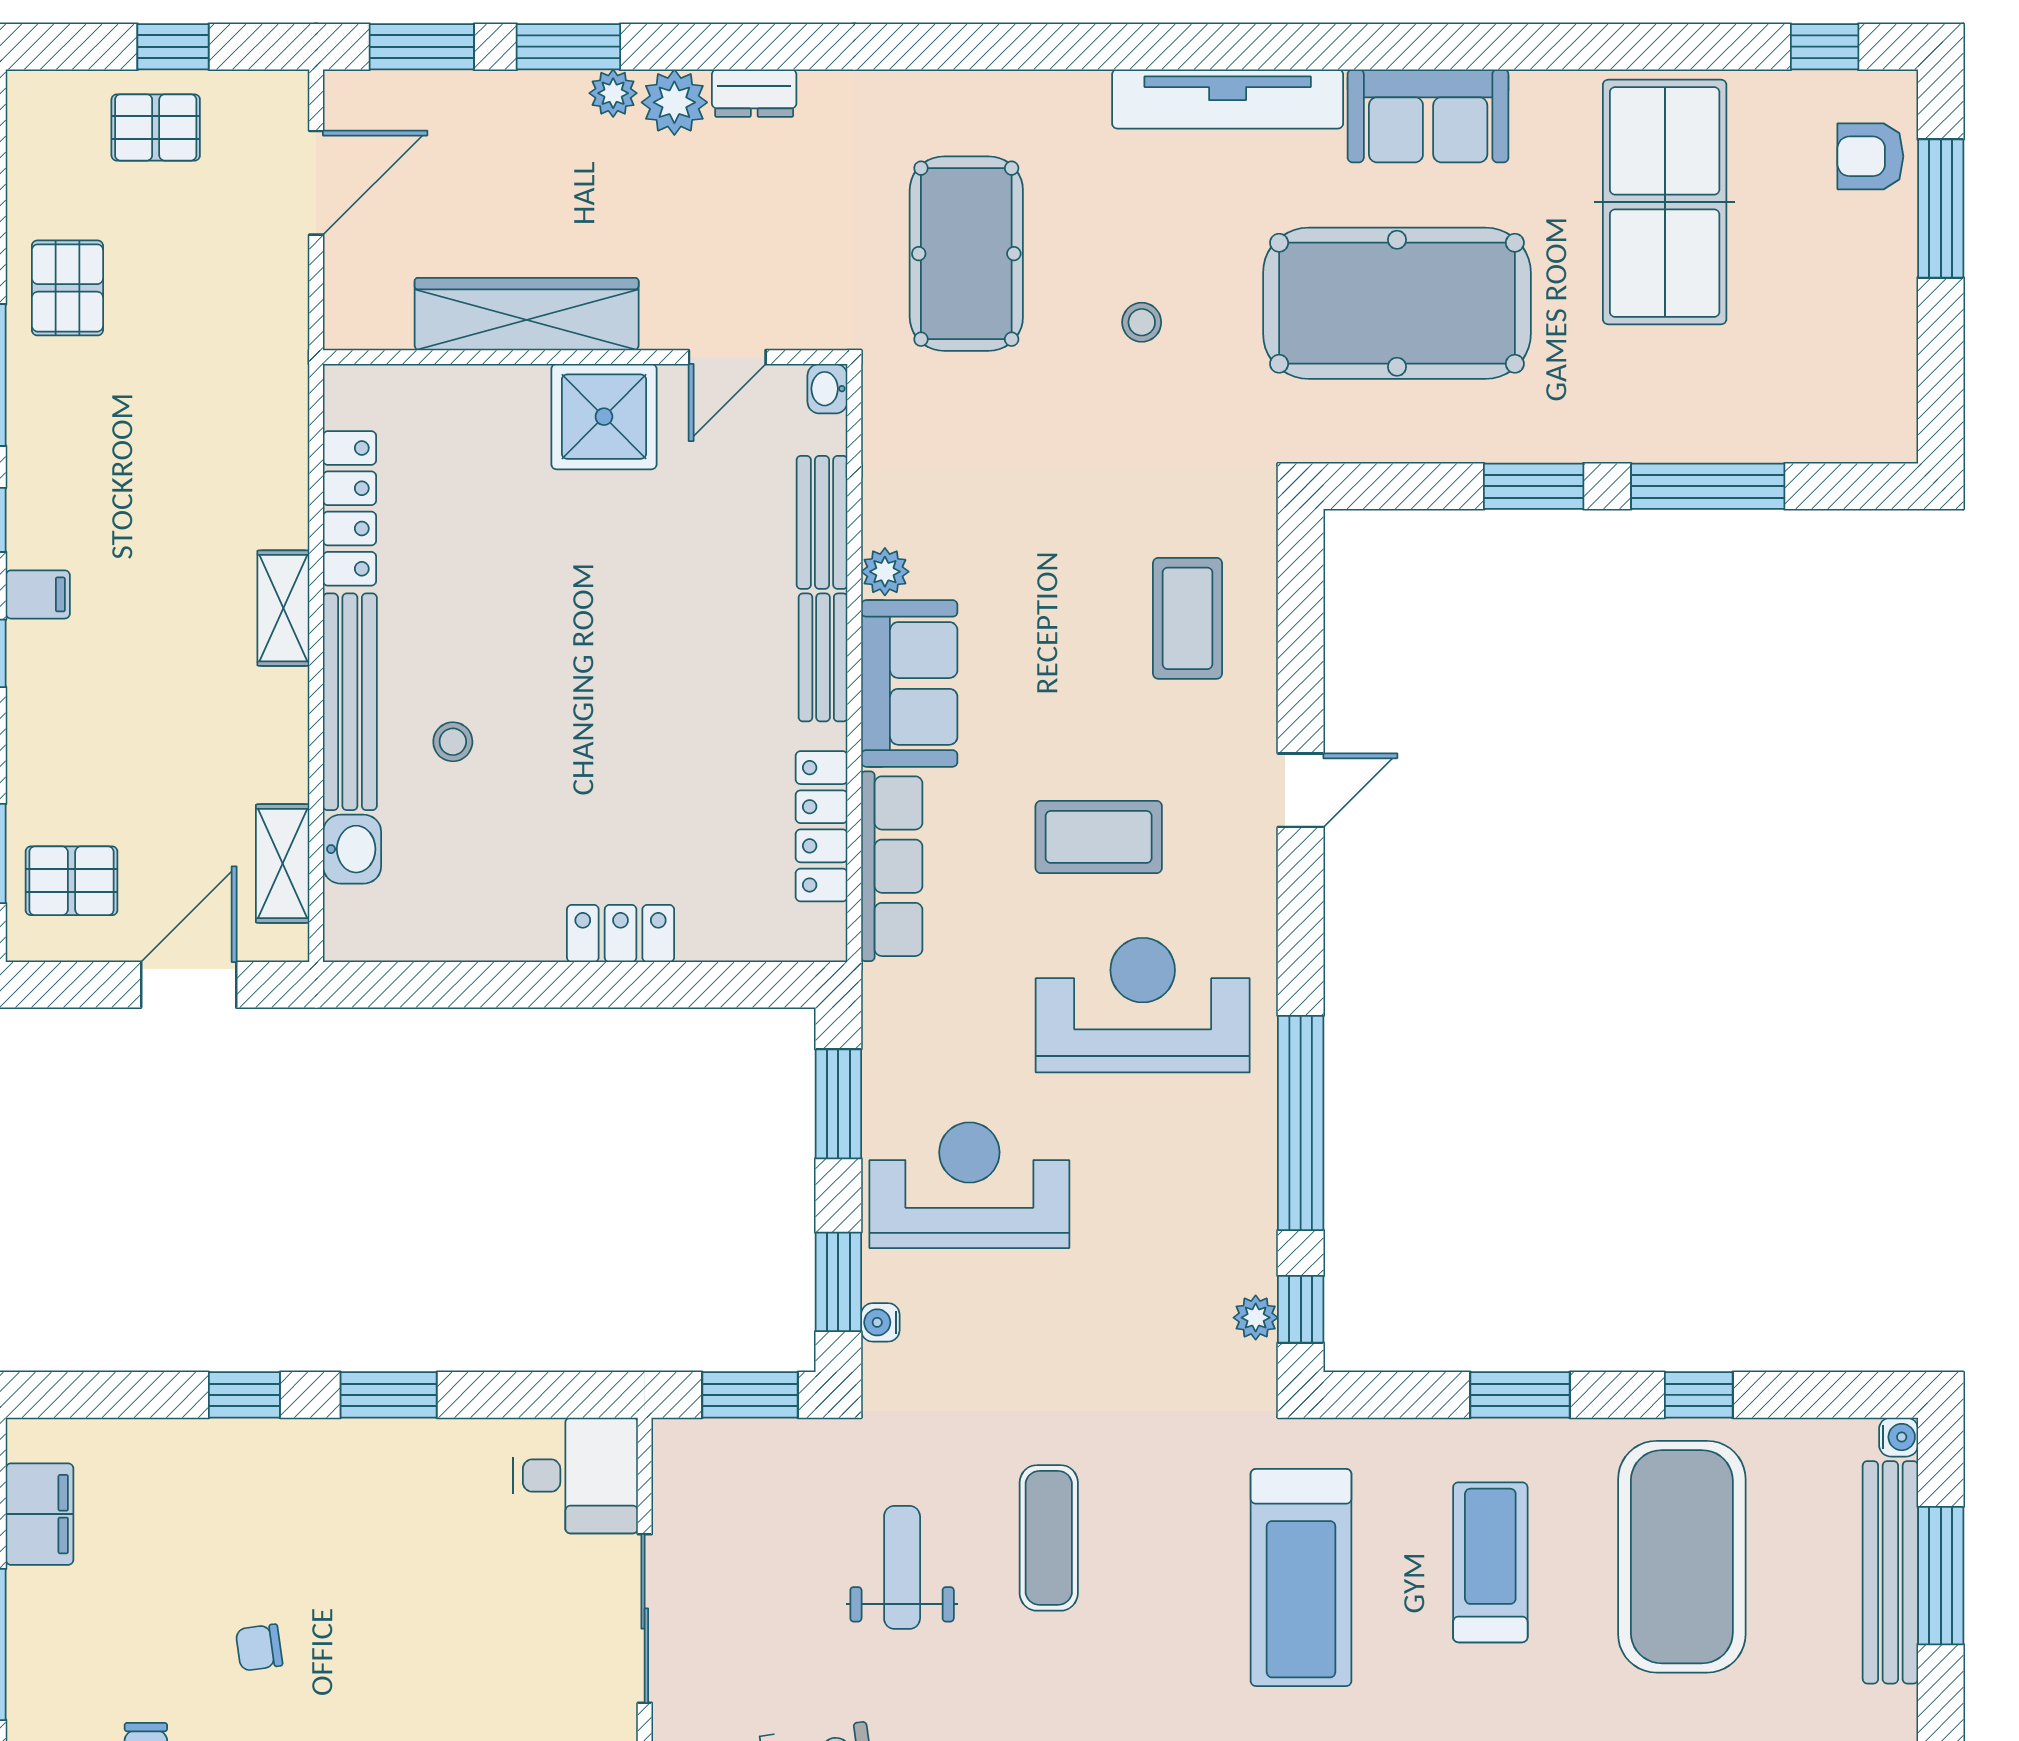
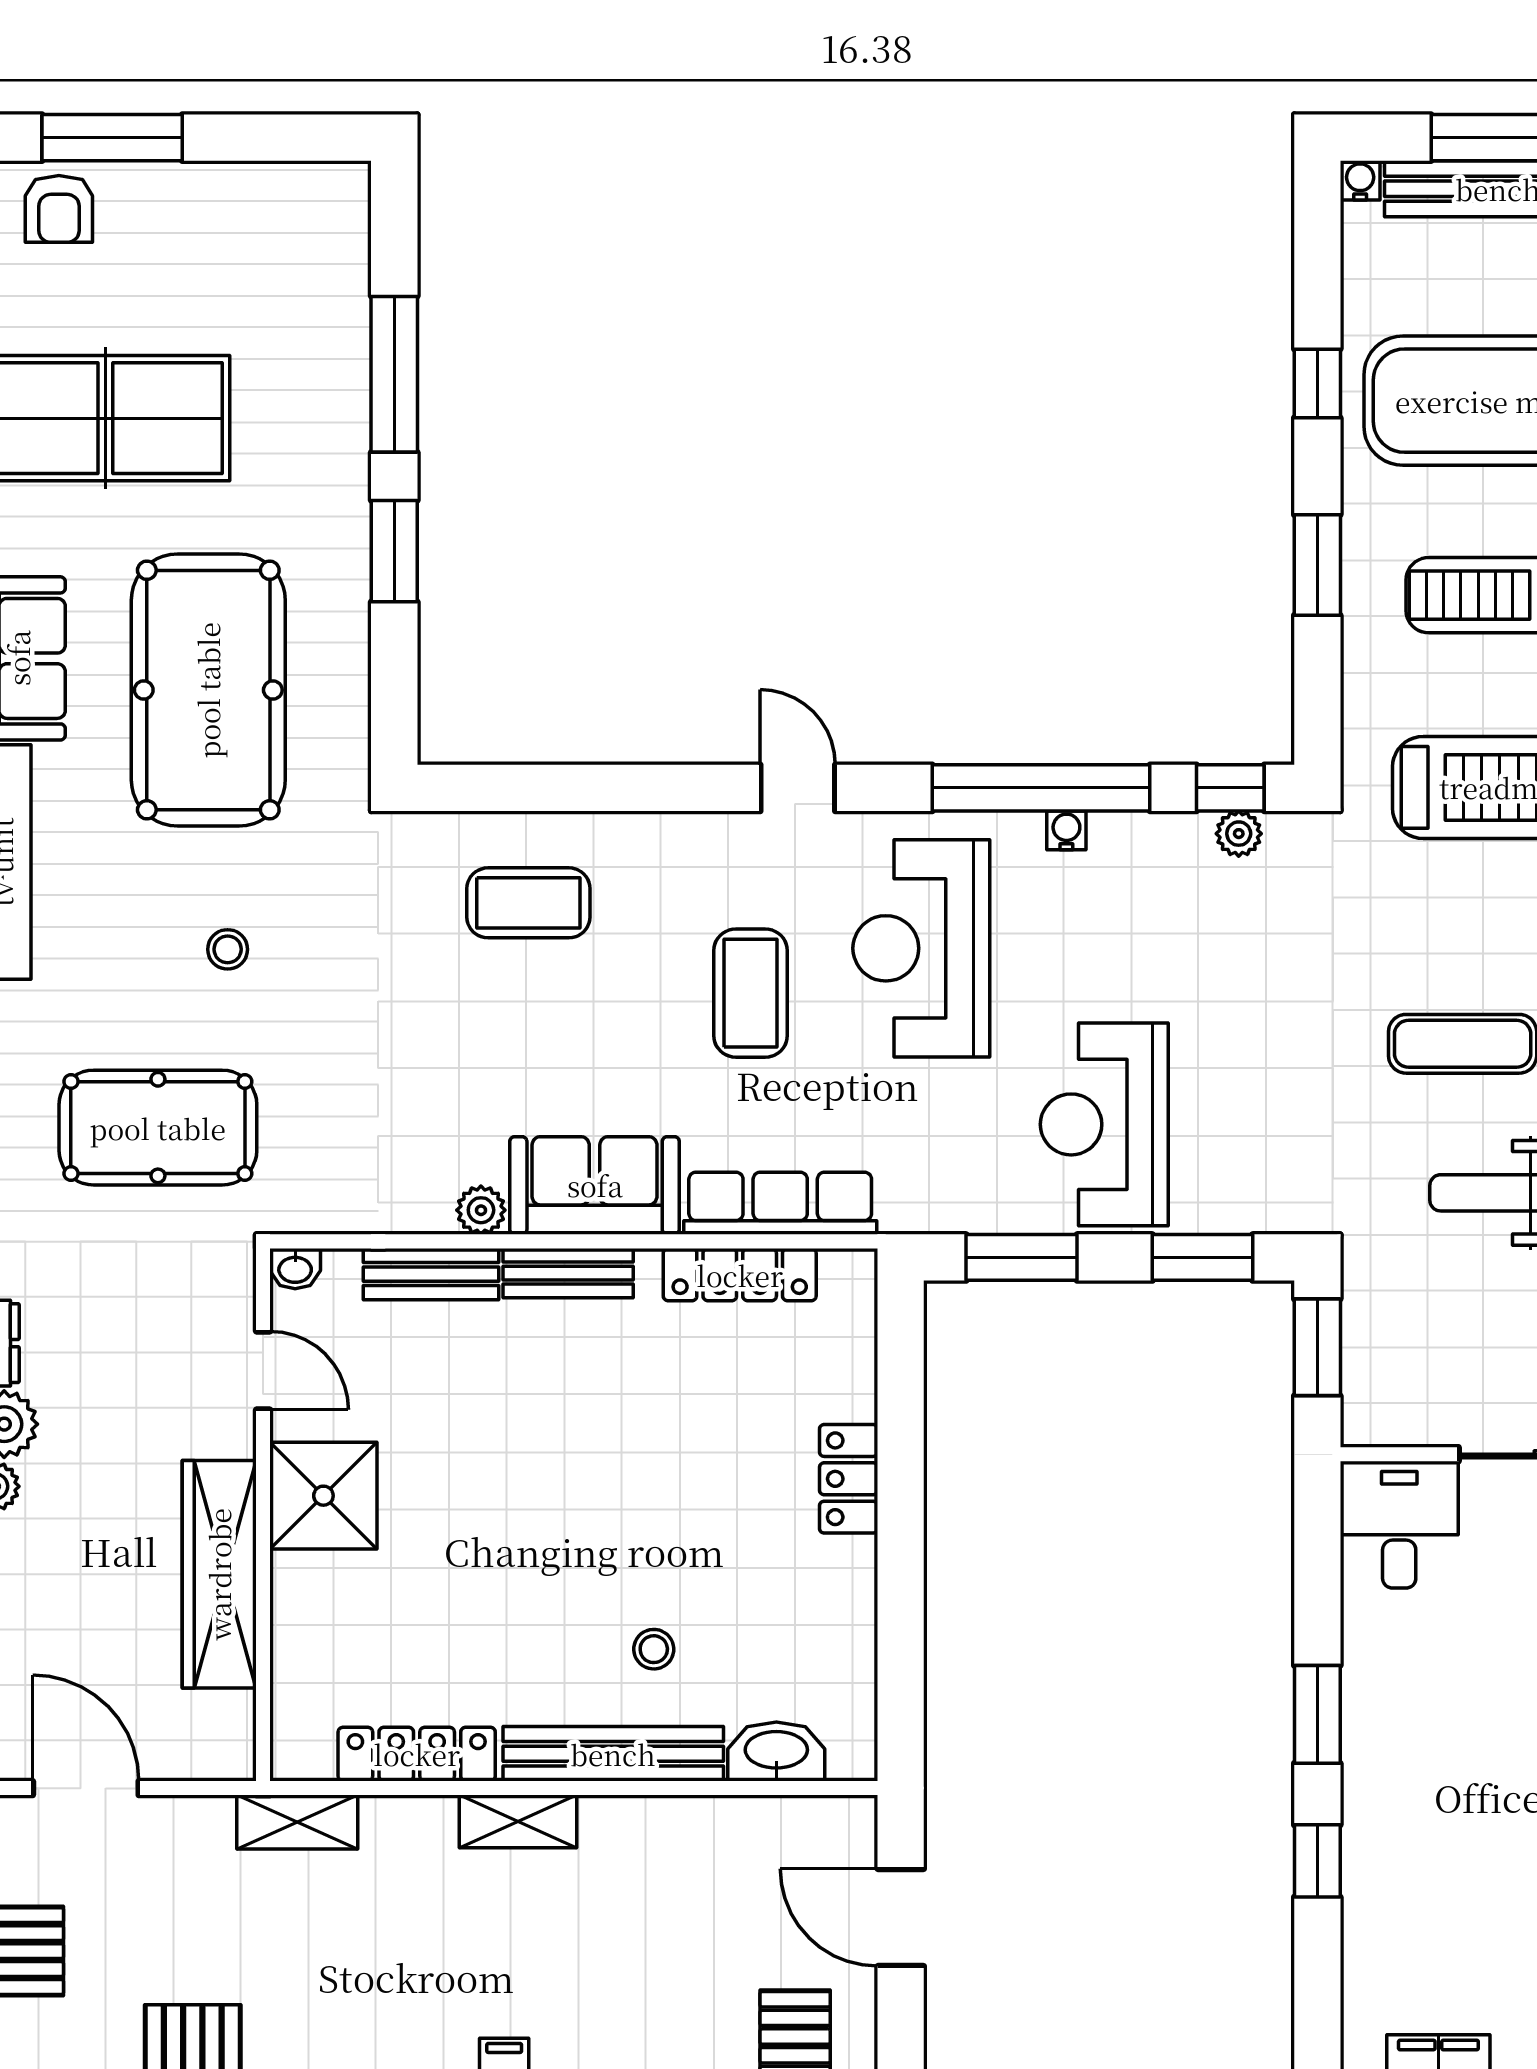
door: (1301, 790) -> (798, 788), moved
washbasin: (352, 849) -> (776, 1752), width x1.38
shelving: (283, 864) -> (297, 1822), moved
water cooler: (880, 1322) -> (1066, 830), moved, turned 180

